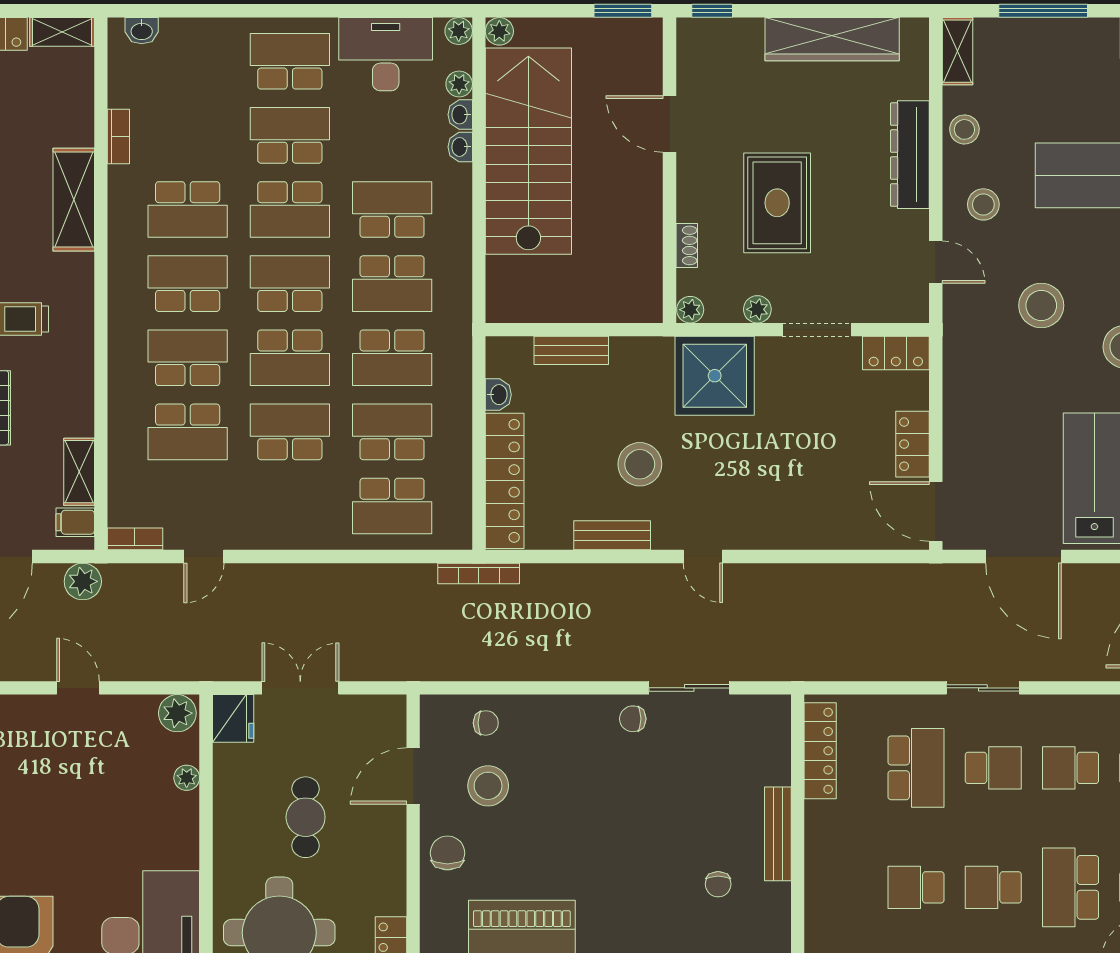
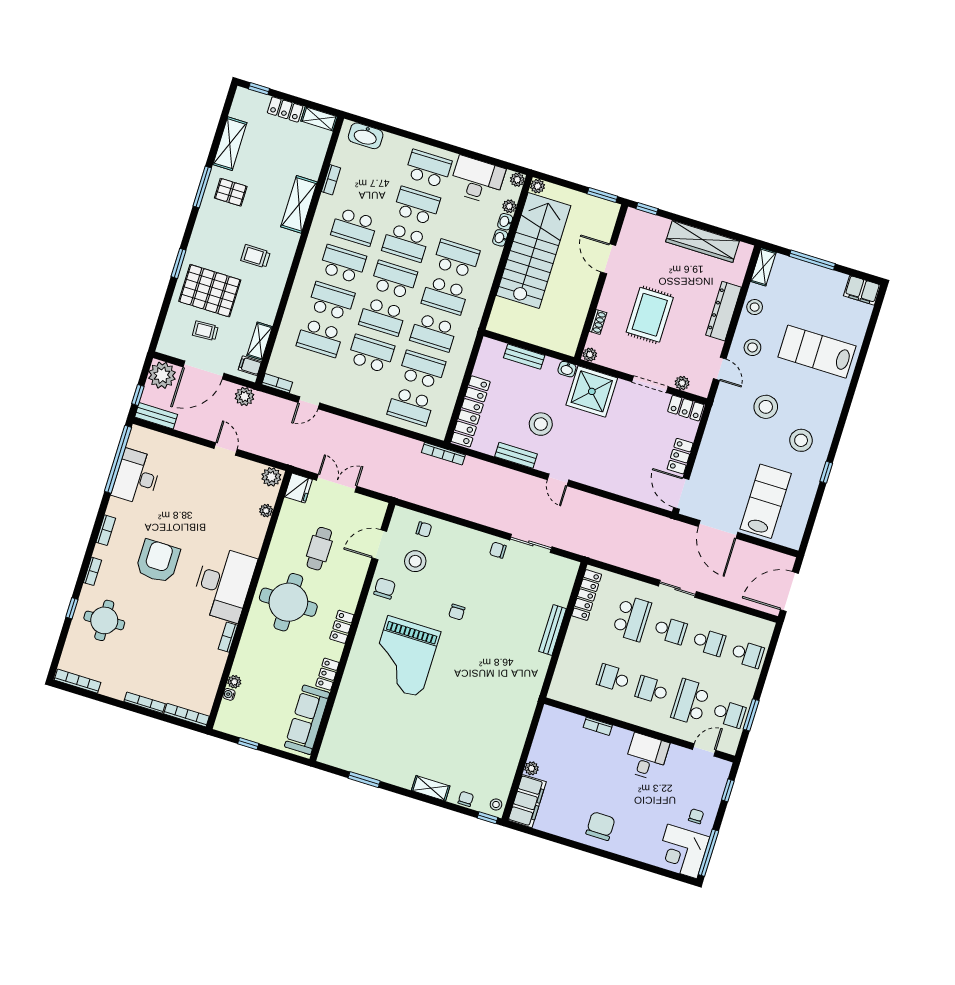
washbasin: (142, 31) -> (366, 136), width x1.91, depth x1.45
plant: (757, 309) -> (682, 383), moved
washbasin: (498, 395) -> (567, 369), moved, turned 90
school desk: (1071, 768) -> (709, 642), turned 180
chair: (718, 884) -> (457, 612), moved

